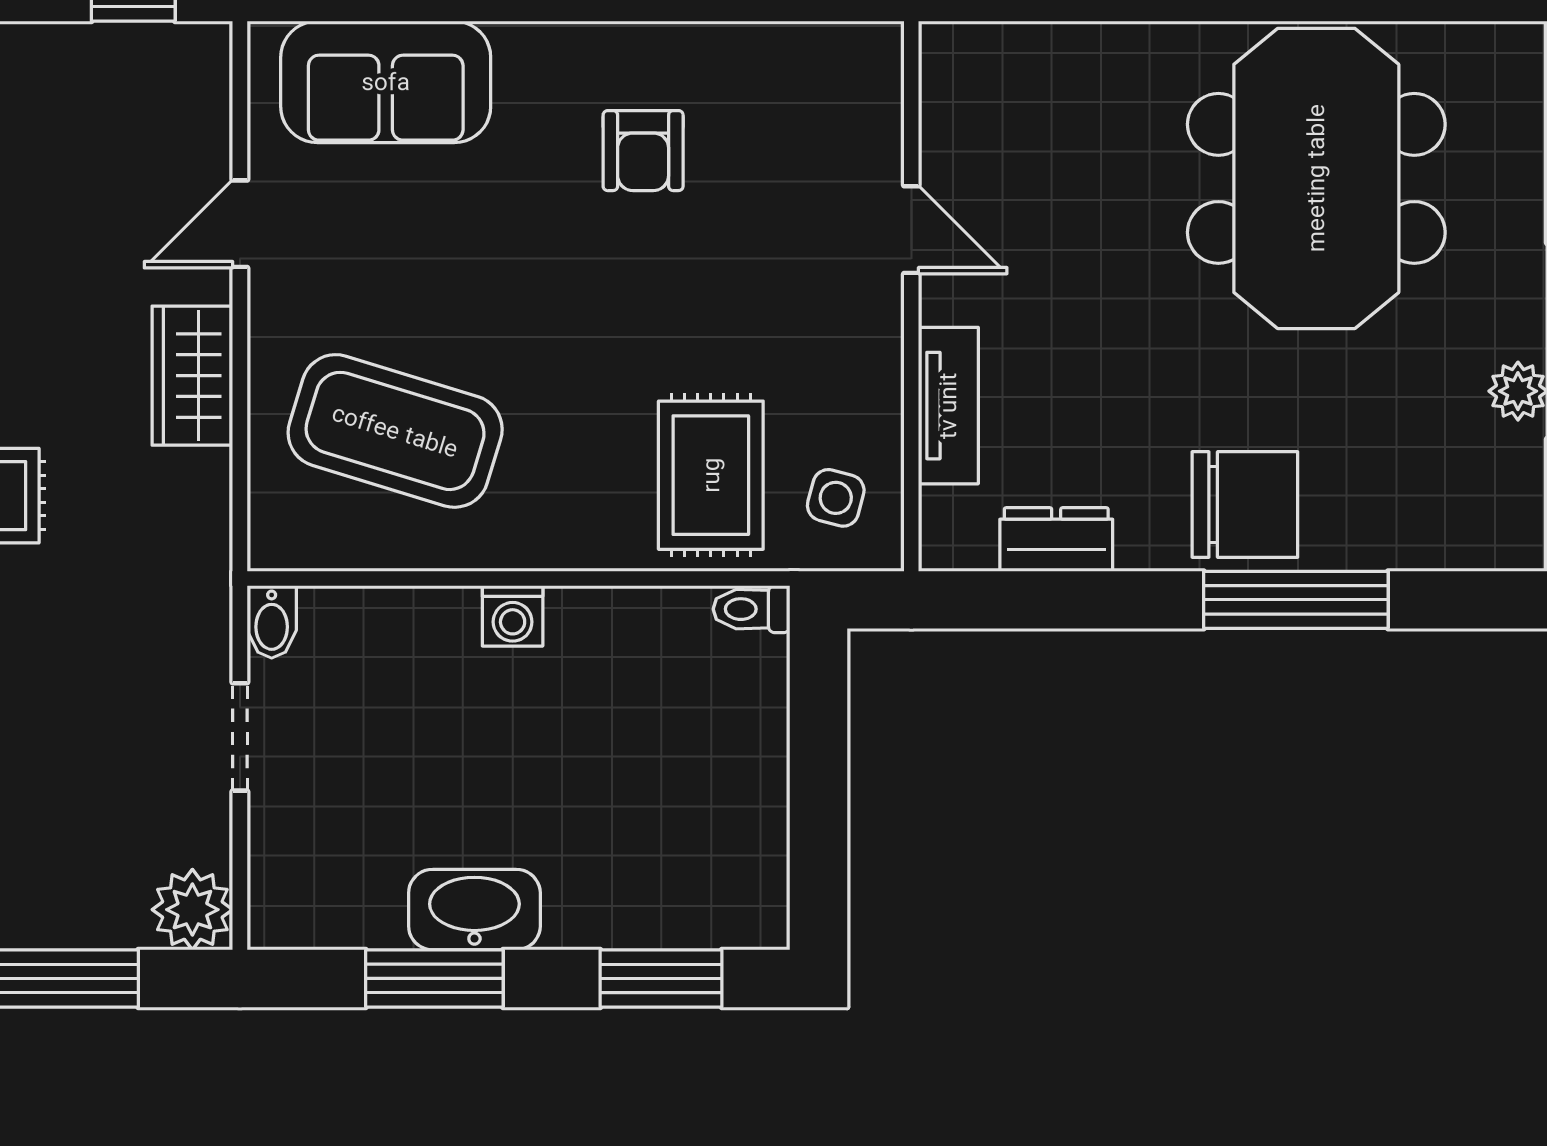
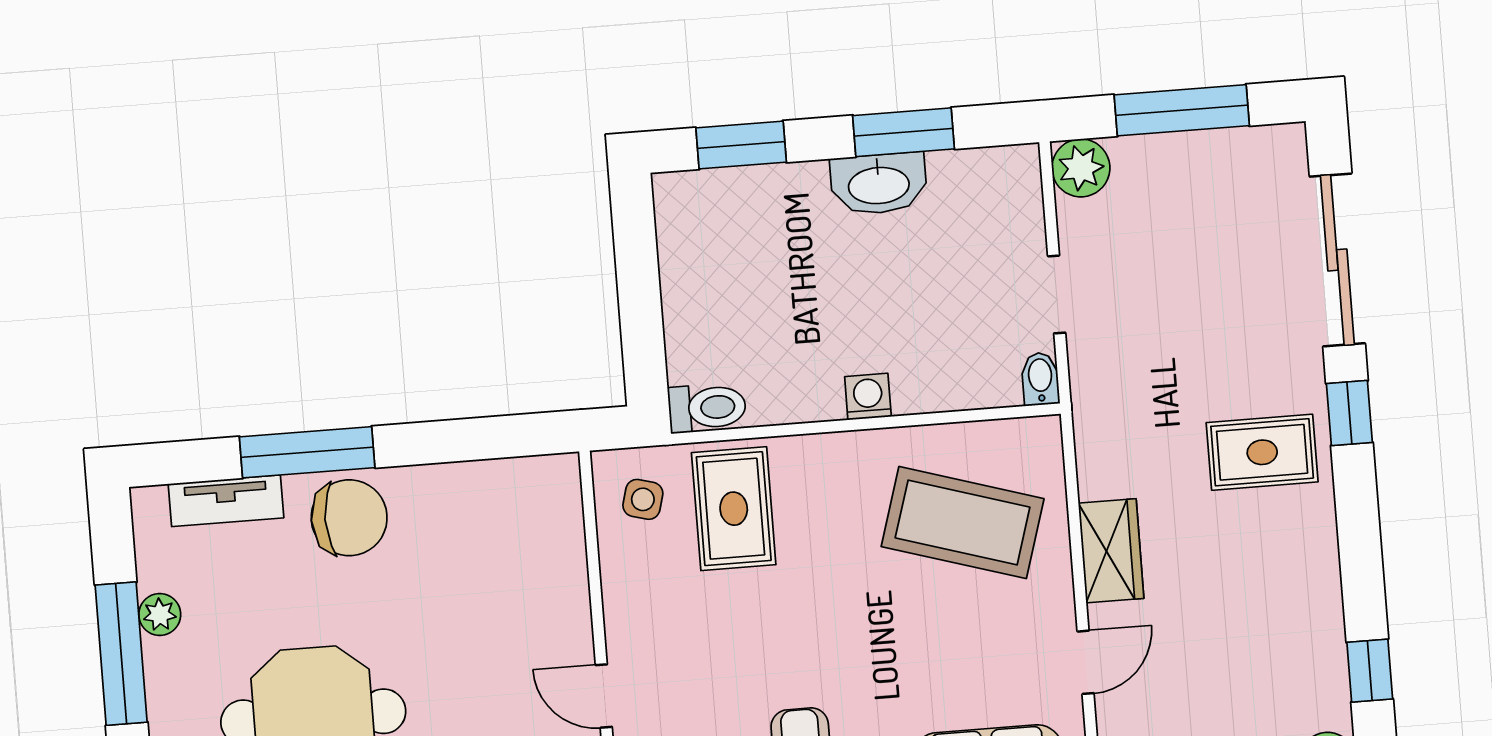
tv unit: (948, 406) -> (226, 501), moved, turned -90
chair: (1245, 505) -> (349, 518), turned 180
dresser: (1056, 540) -> (482, 482), removed
toilet: (752, 609) -> (707, 408), width x1.37, depth x1.39

